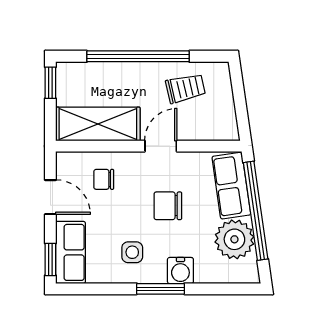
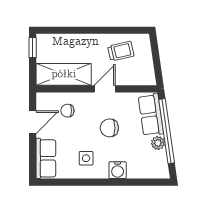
window: (138, 56) -> (90, 30), removed
door: (50, 197) -> (33, 122), hinge flipped
plant: (234, 239) -> (158, 143), width x0.53, depth x0.53
window: (50, 259) -> (33, 163), removed
window: (161, 289) -> (105, 182), removed

